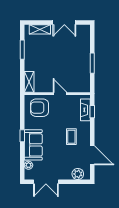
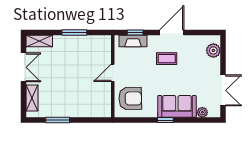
shelving: (29, 82) -> (39, 41), moved
armchair: (39, 108) -> (130, 99), turned -91
door: (92, 155) -> (172, 32), moved

